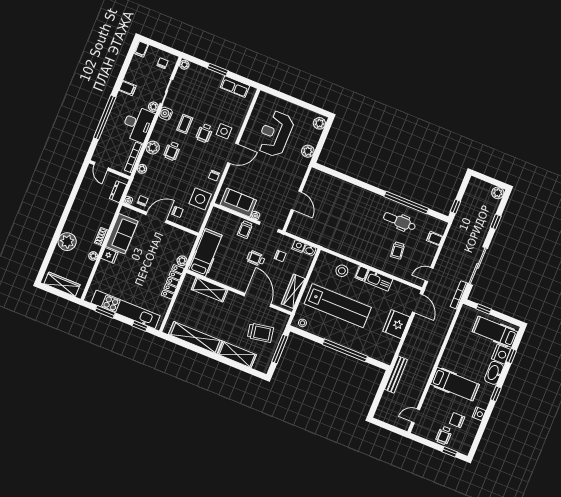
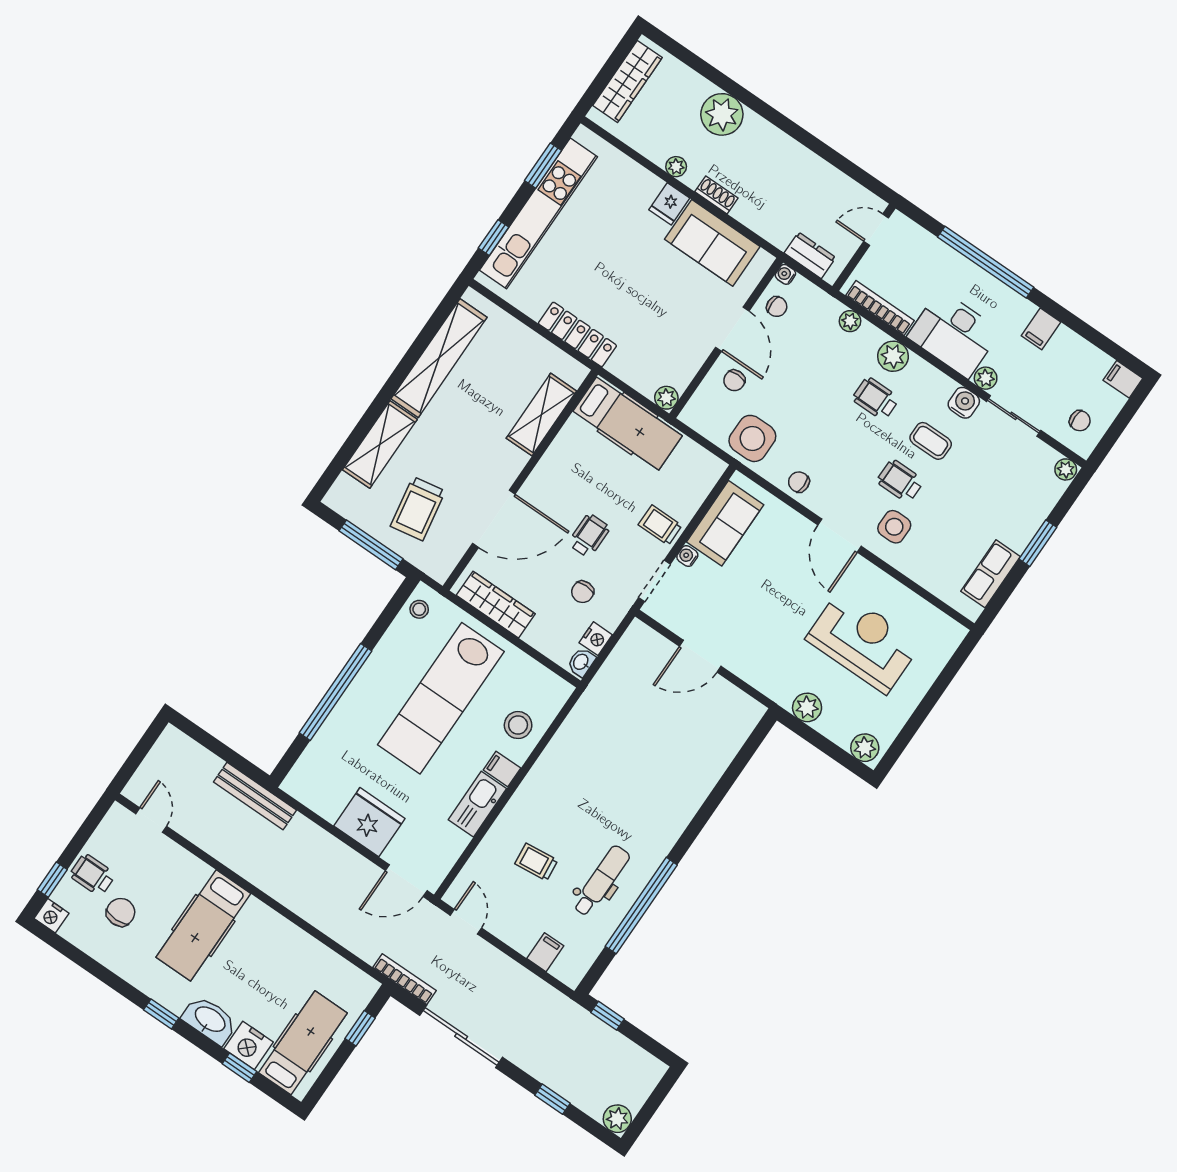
plant: (182, 261) -> (666, 398), moved
nightstand: (479, 414) -> (51, 916), moved

